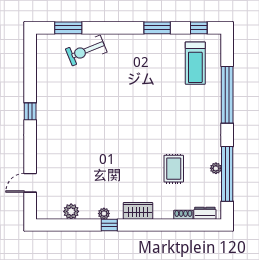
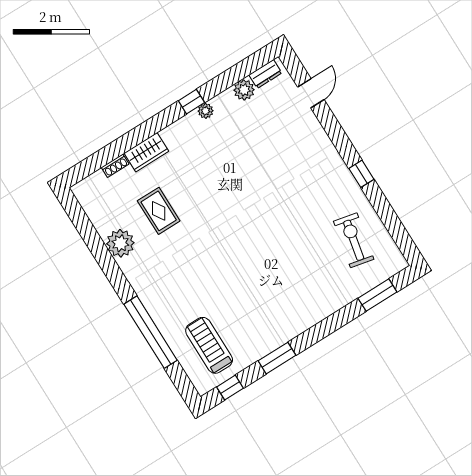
exercise bike: (86, 50) -> (354, 240), moved, turned -56
plant: (216, 168) -> (120, 243), width x1.88, depth x1.88
window: (227, 174) -> (94, 243), removed
wardrobe: (138, 211) -> (146, 152), moved
dresser: (205, 213) -> (265, 74), moved

